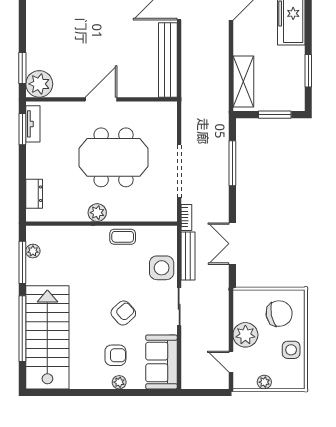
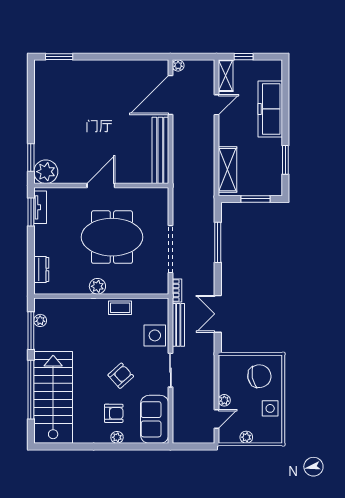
plant: (245, 335) -> (224, 400), width x0.53, depth x0.53
door: (231, 362) -> (217, 419), swing flipped

